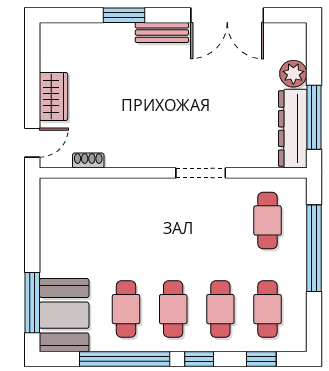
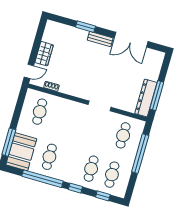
plant: (293, 74) -> (153, 74), removed
cafe table: (173, 309) -> (40, 112), moved

